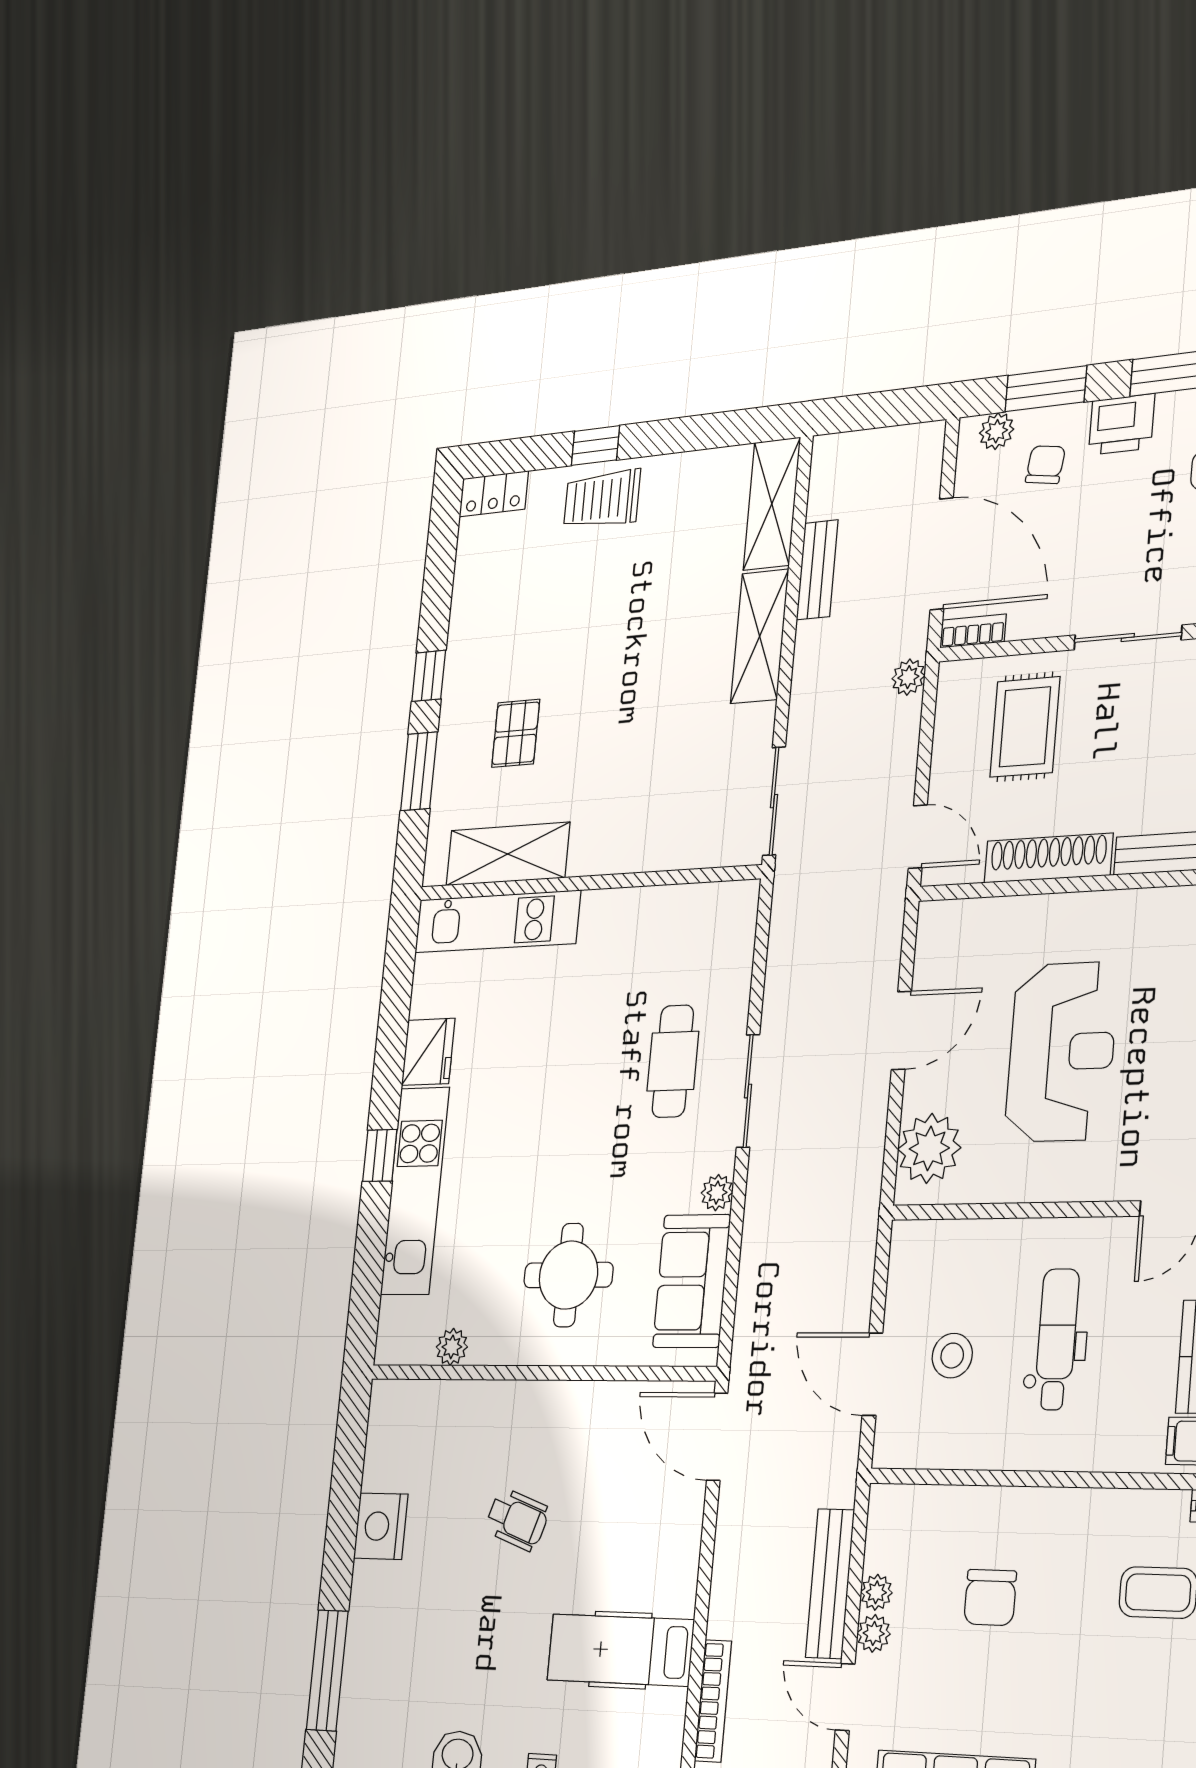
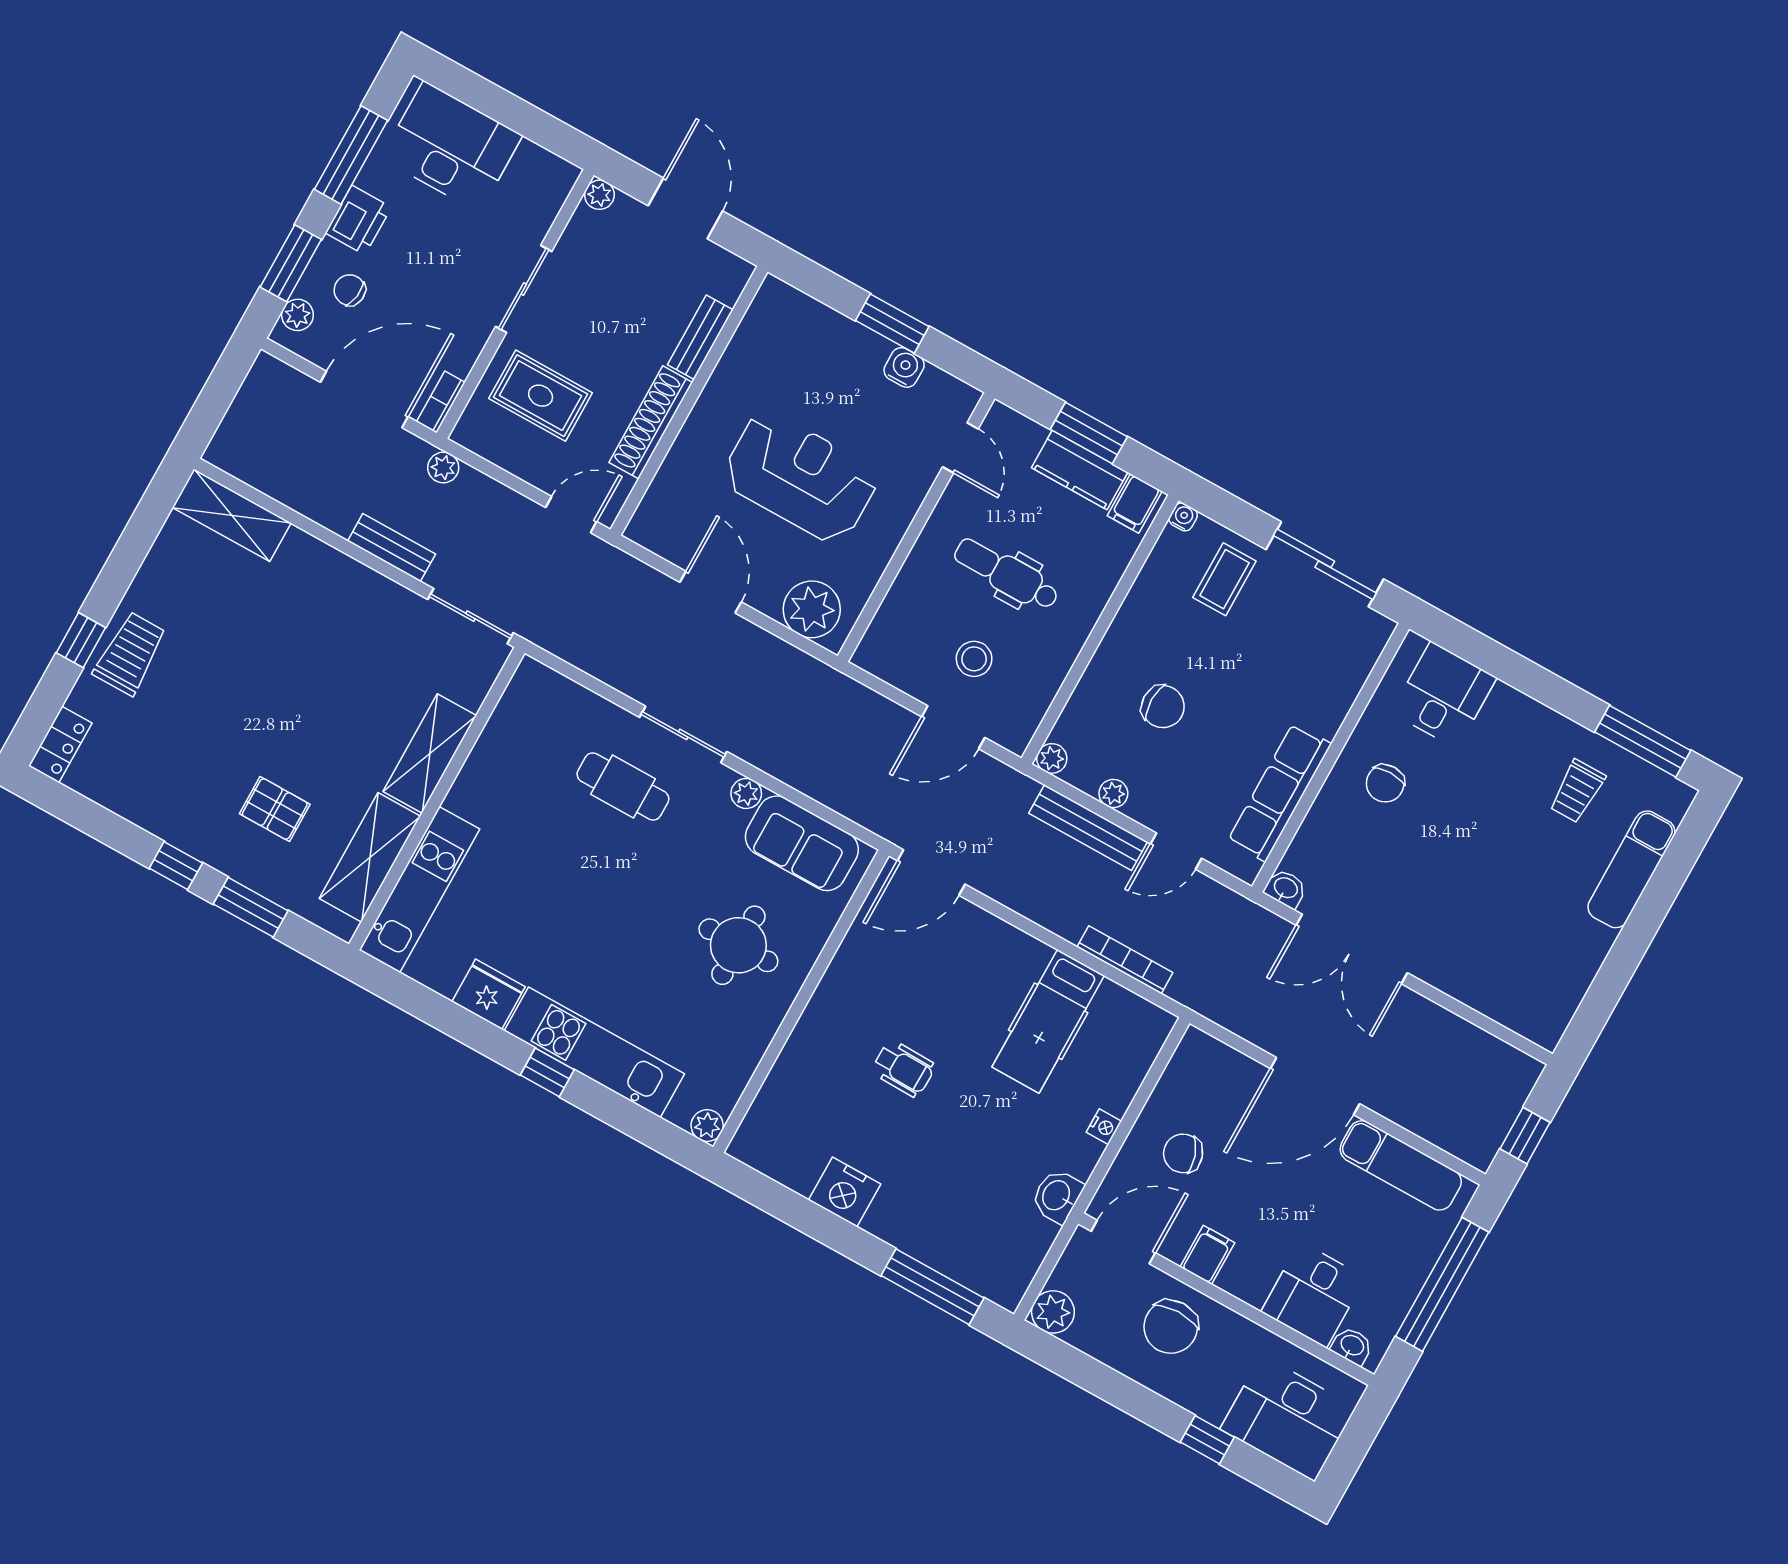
trolley: (602, 499) -> (130, 654), turned 180
bench: (817, 570) -> (392, 547), moved
shelving: (760, 636) -> (430, 754), moved, turned 90
plant: (452, 1347) -> (707, 1126), moved
wheelchair: (517, 1519) -> (903, 1069), turned 72
plant: (874, 1633) -> (1052, 758), moved

